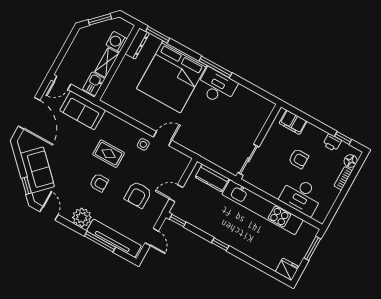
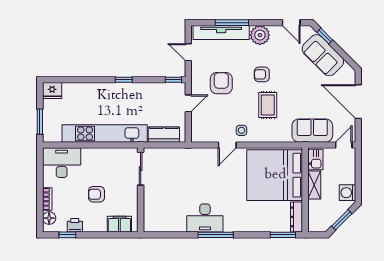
washing machine: (117, 42) -> (348, 193), moved, turned 180
bed: (172, 77) -> (275, 175), moved, turned -90
rug: (109, 154) -> (268, 105), turned 90
desk: (301, 196) -> (62, 163), moved

